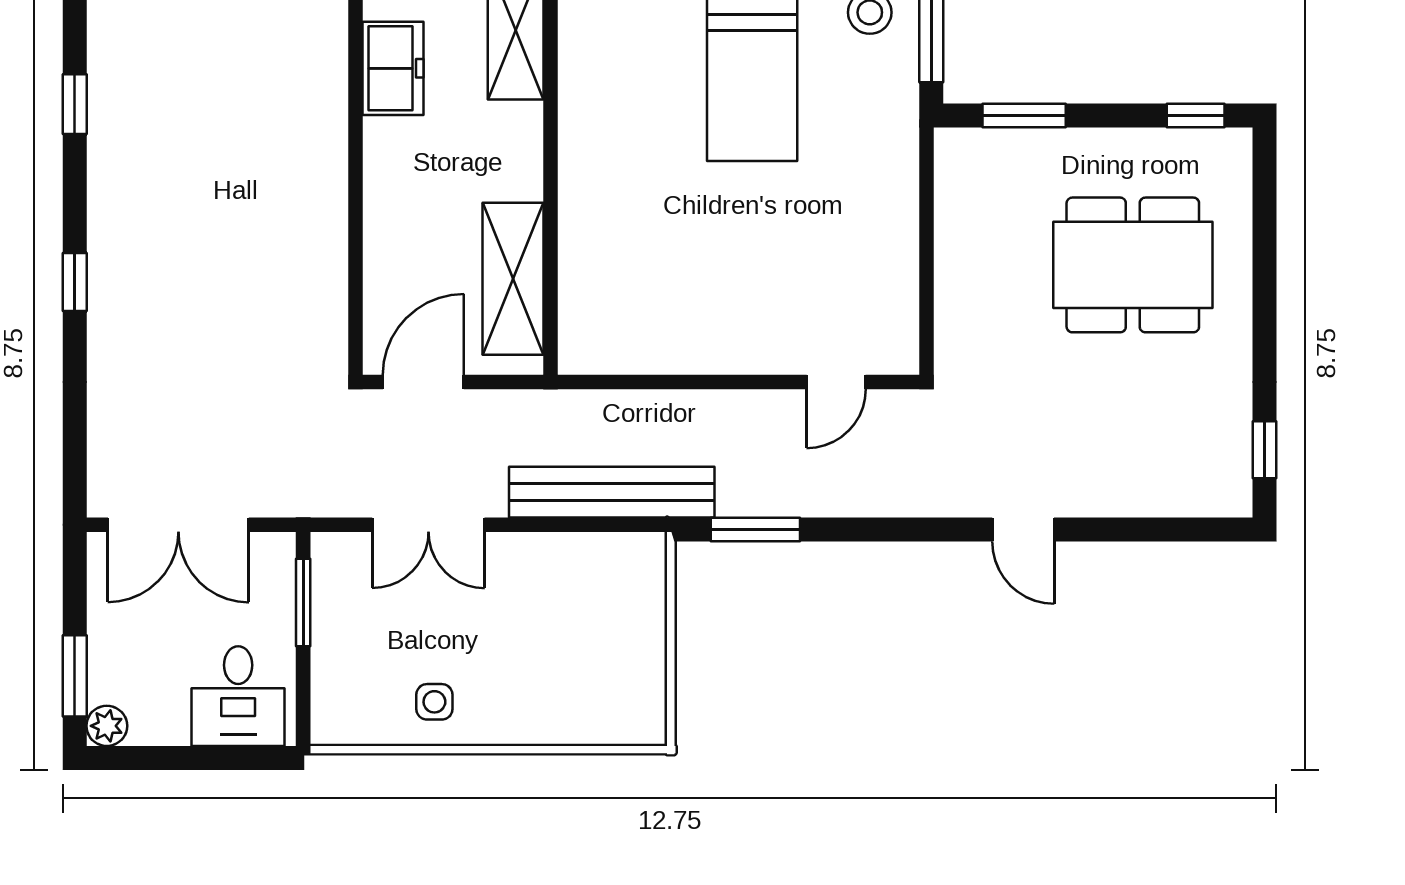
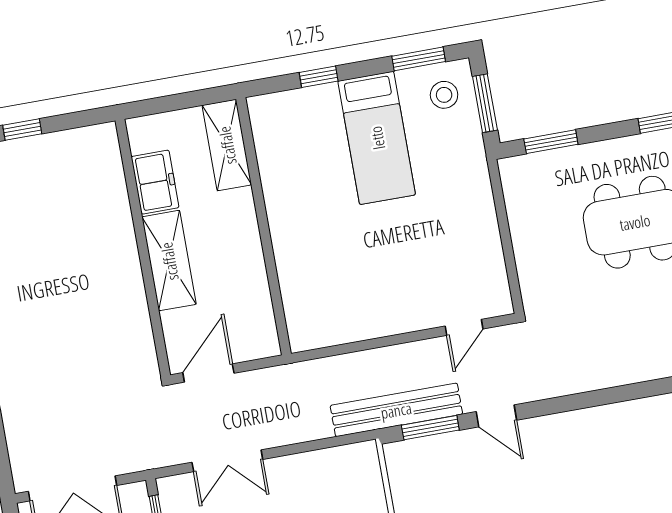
shelving: (513, 279) -> (169, 261), moved
bench: (612, 492) -> (396, 410), moved
door: (1023, 530) -> (496, 416), moved

